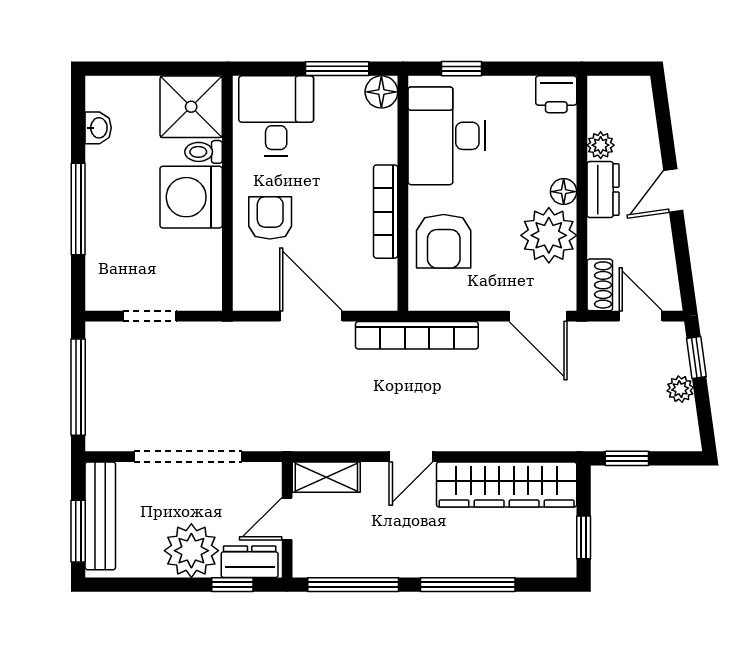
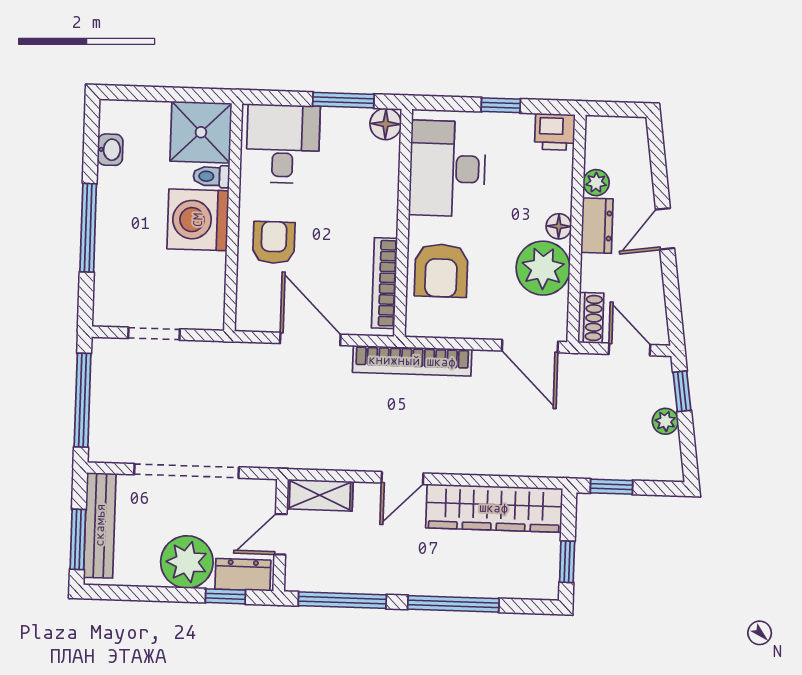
window: (462, 69) -> (501, 105), moved
bookcase: (386, 212) -> (384, 283), moved

